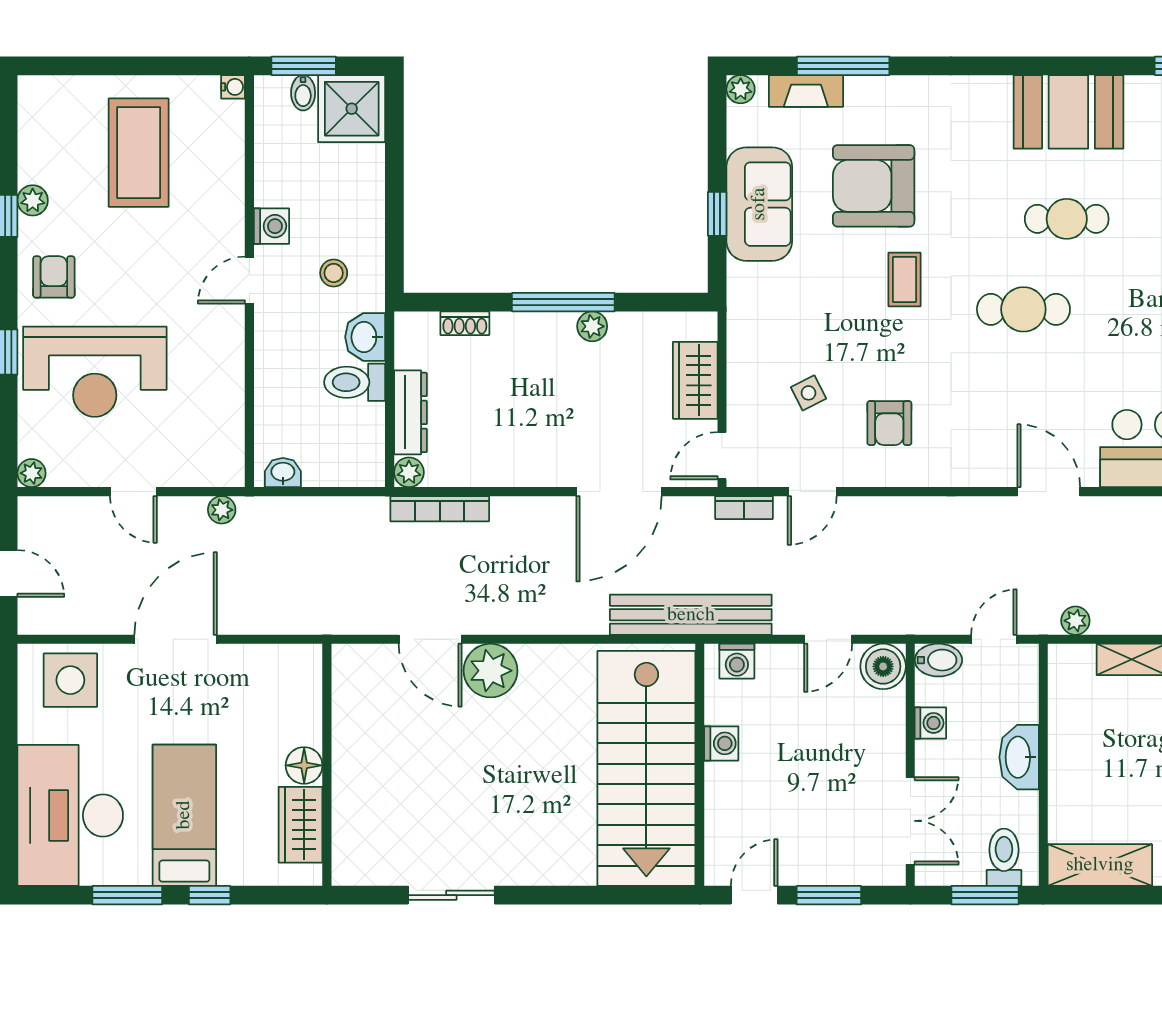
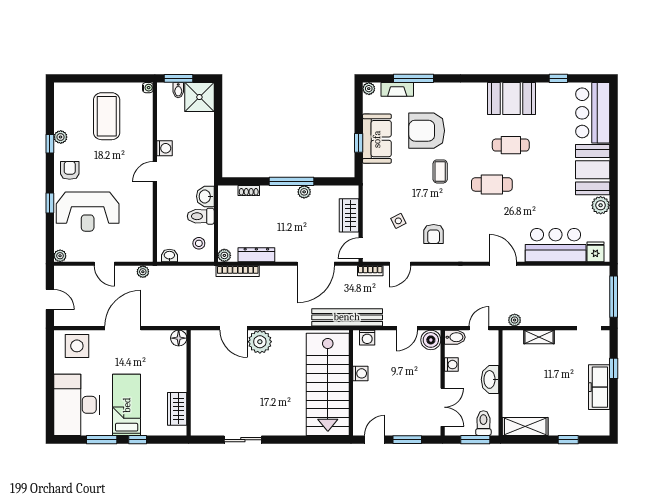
stool: (334, 273) -> (199, 243), moved
dresser: (411, 412) -> (256, 255), moved, turned -90
floor lamp: (304, 765) -> (179, 338), moved

